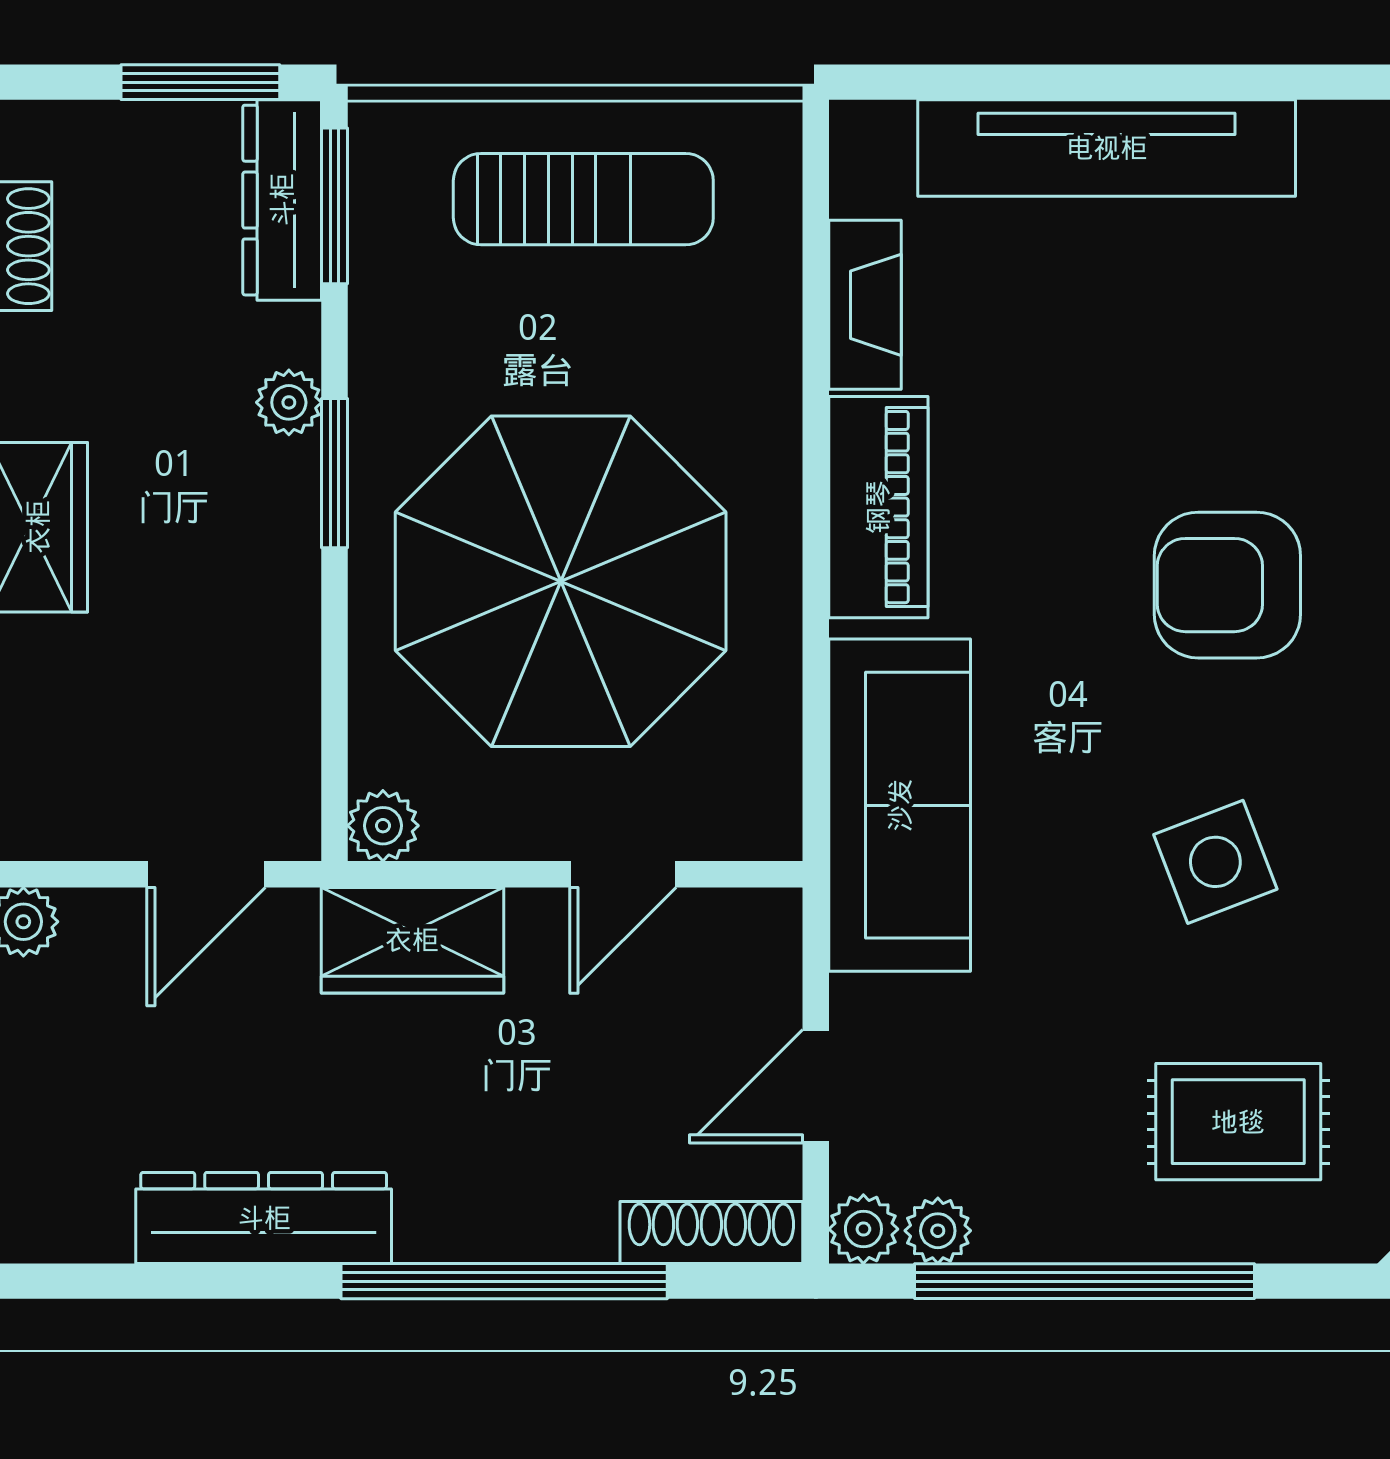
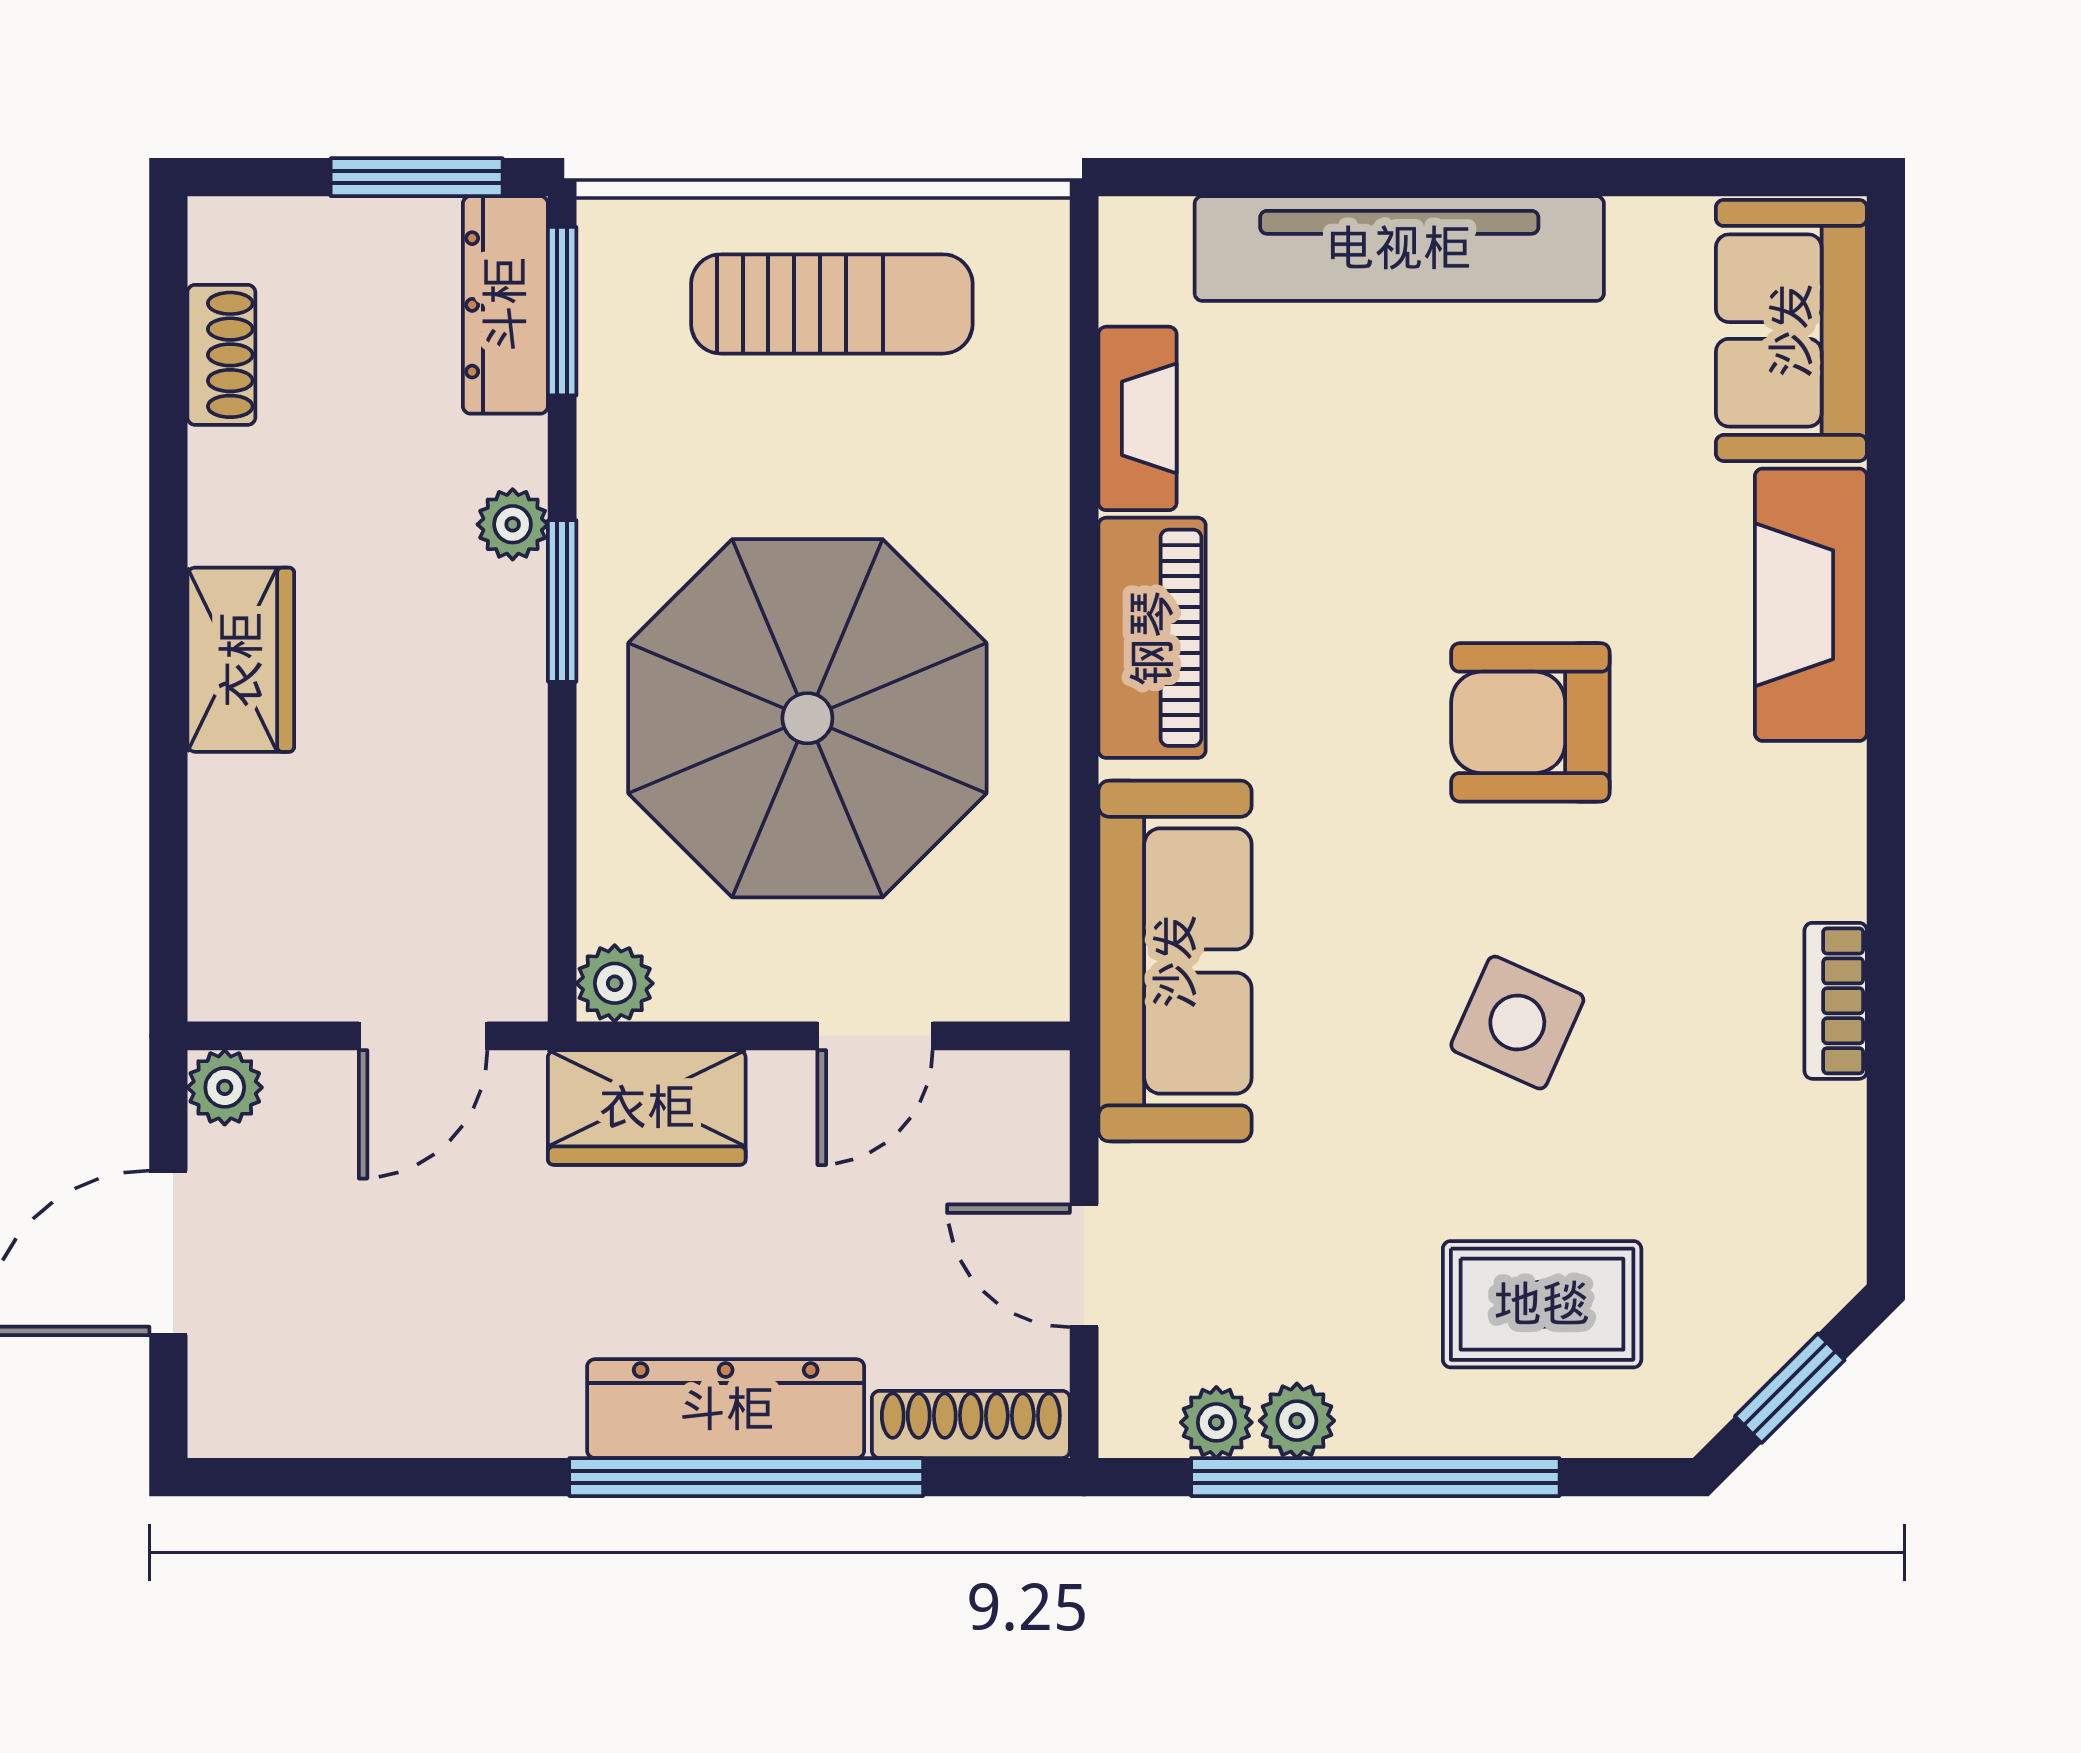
side table: (1215, 862) -> (1517, 1023), turned 45
door: (816, 1086) -> (1084, 1266), hinge flipped
dresser: (264, 1218) -> (726, 1409), moved
plant: (863, 1229) -> (1297, 1421), moved

